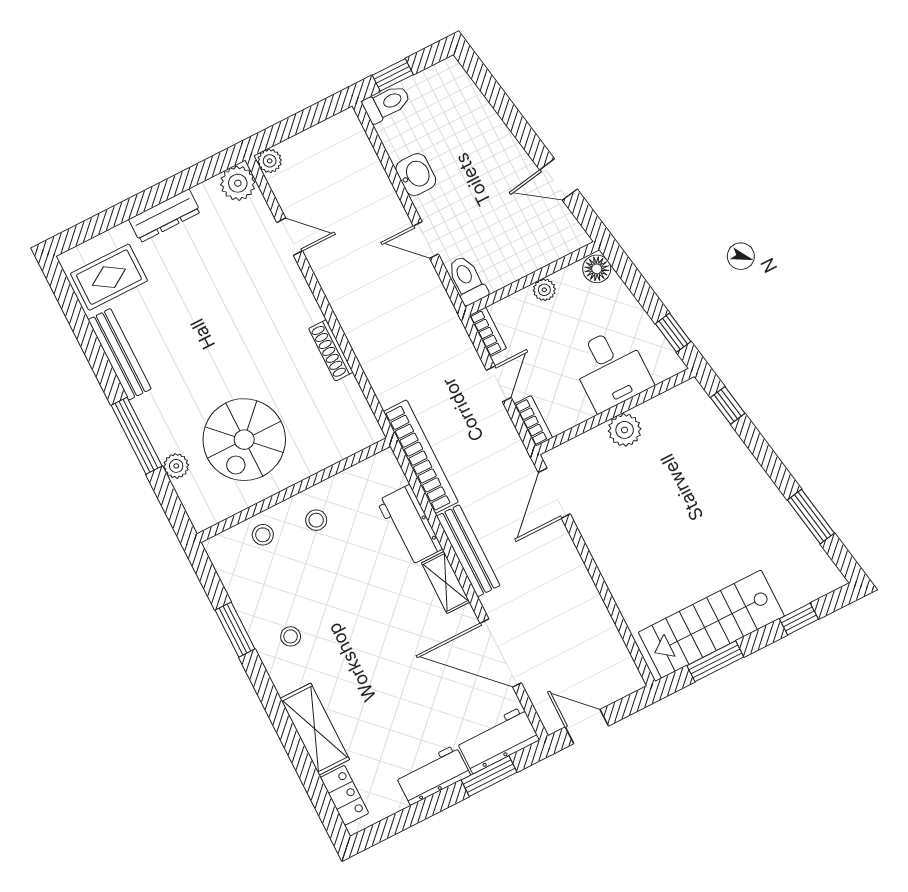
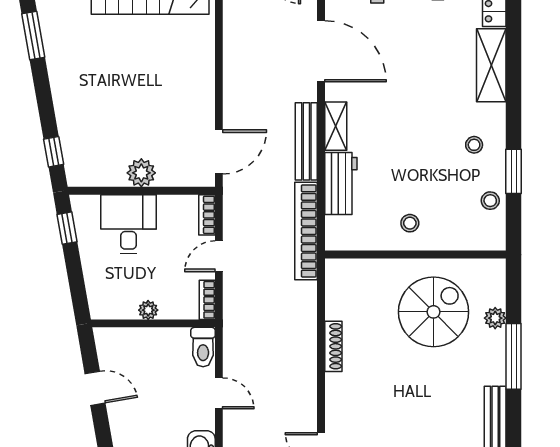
floor lamp: (597, 269) -> (100, 306), removed
stool: (263, 535) -> (490, 201), moved

